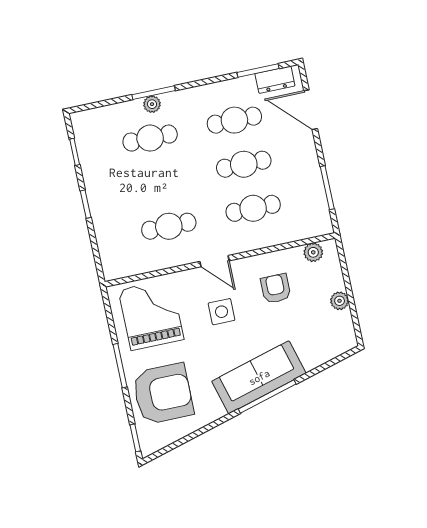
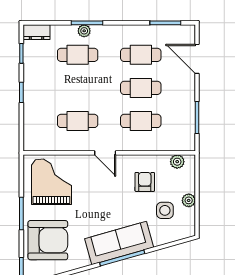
dresser: (275, 80) -> (37, 32), moved
side table: (222, 312) -> (165, 210), moved

